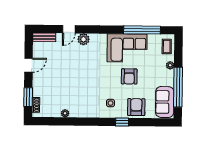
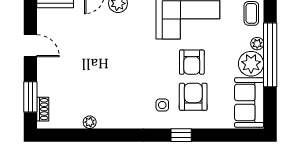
door: (29, 65) -> (30, 46), hinge flipped
plant: (166, 78) -> (251, 64), added
window: (178, 87) -> (270, 55), moved
armchair: (136, 107) -> (193, 97), moved

